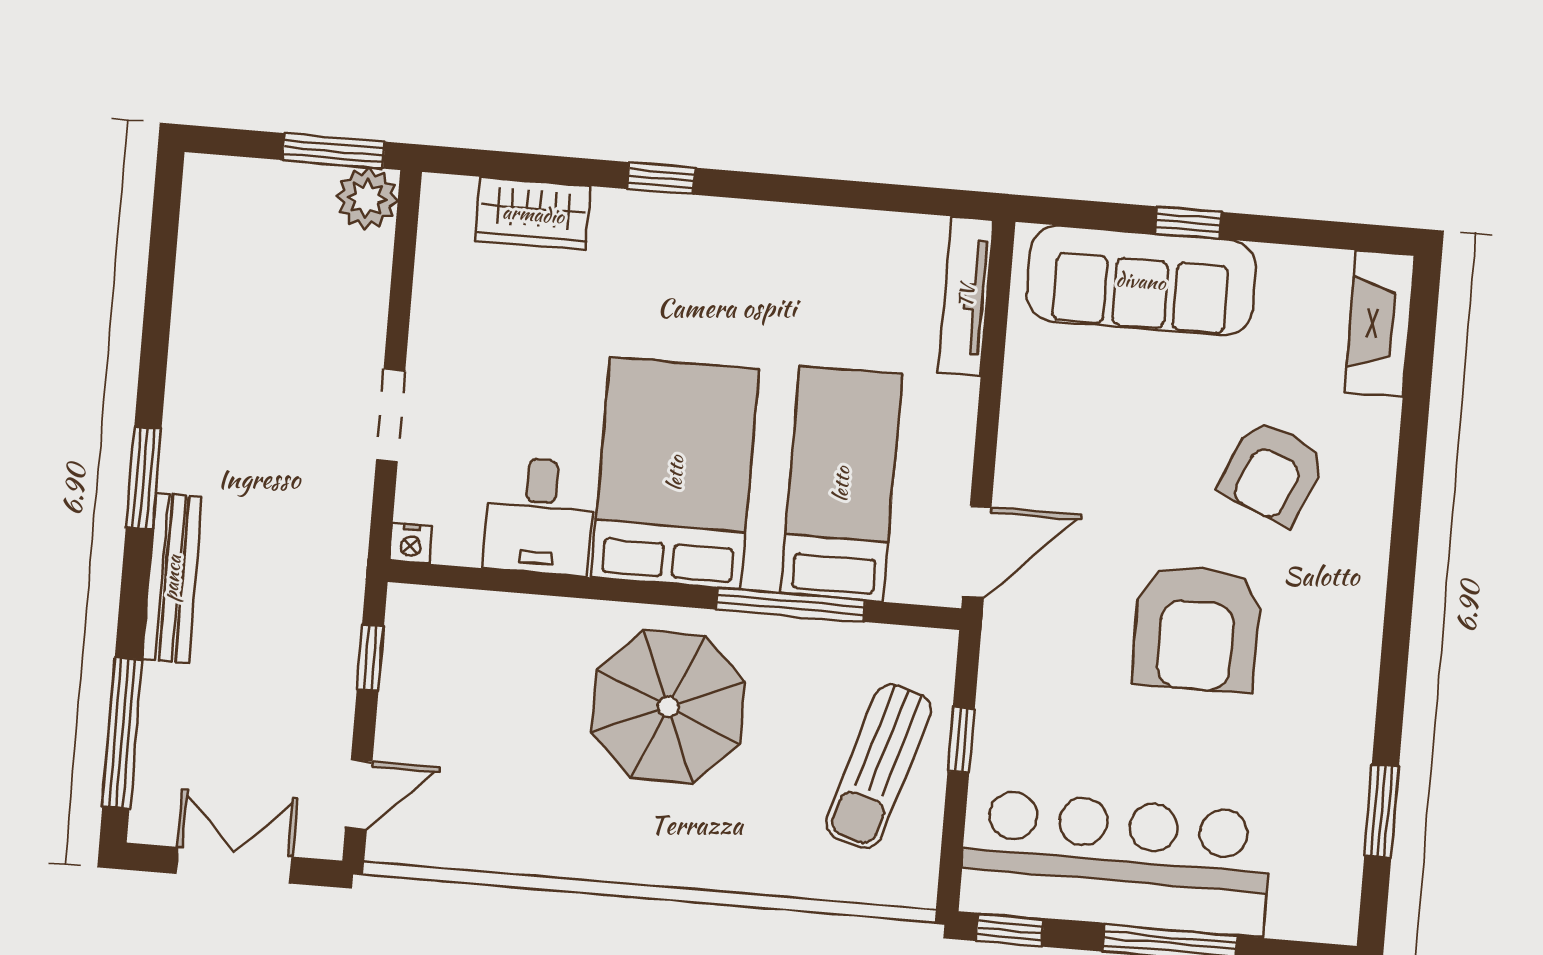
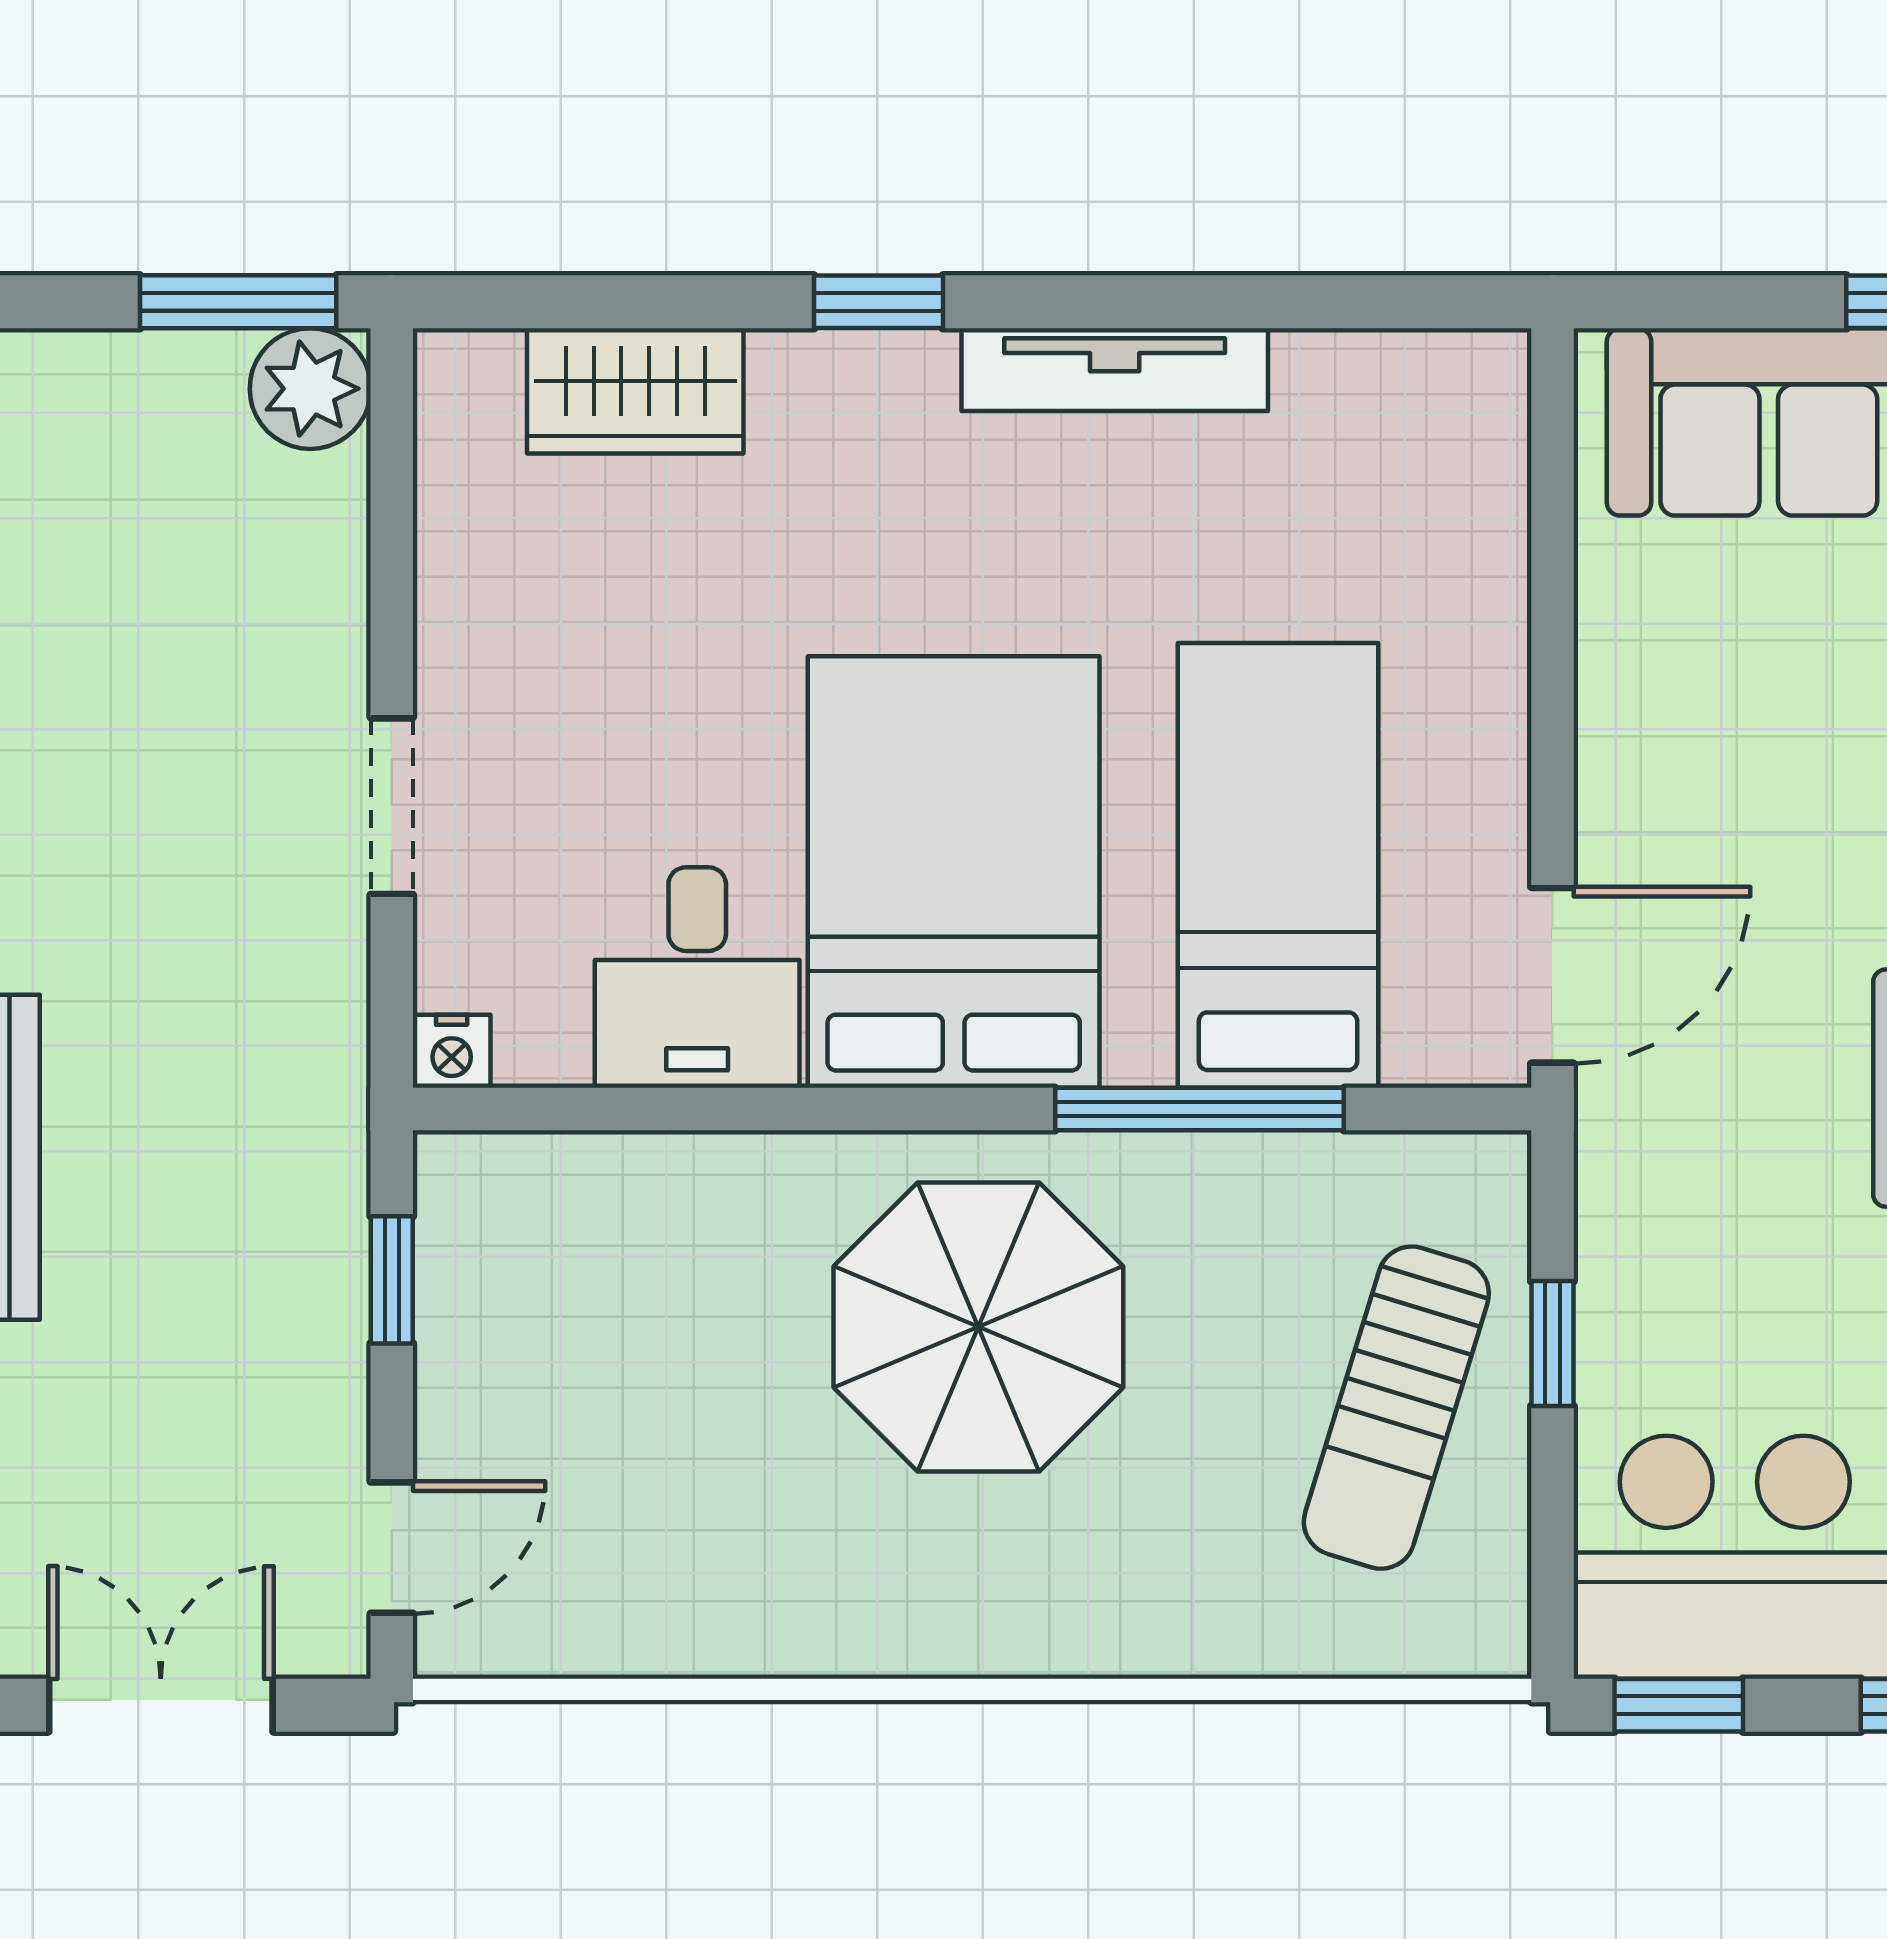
tv unit: (966, 296) -> (1115, 370), moved, turned -90

